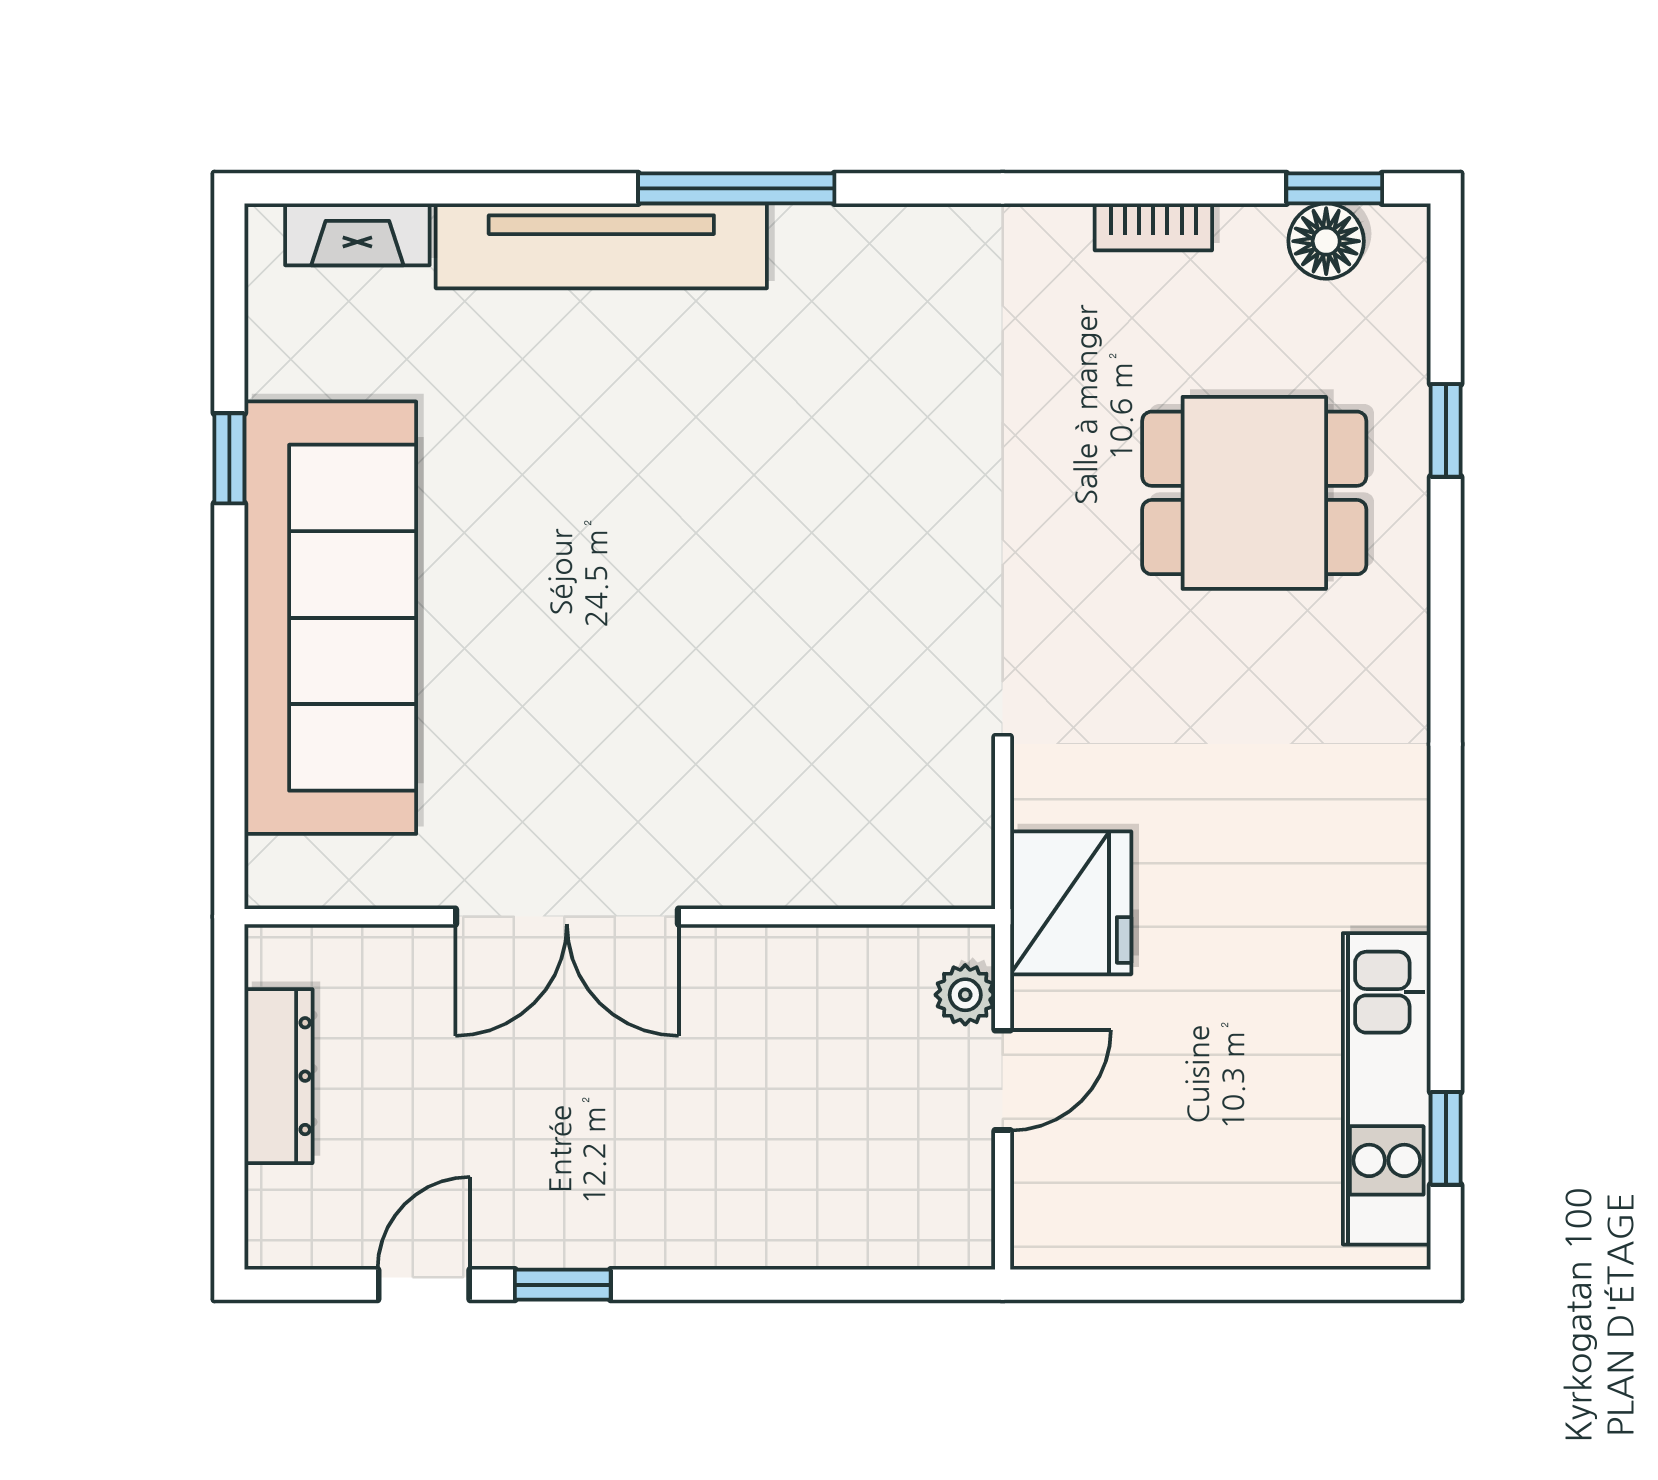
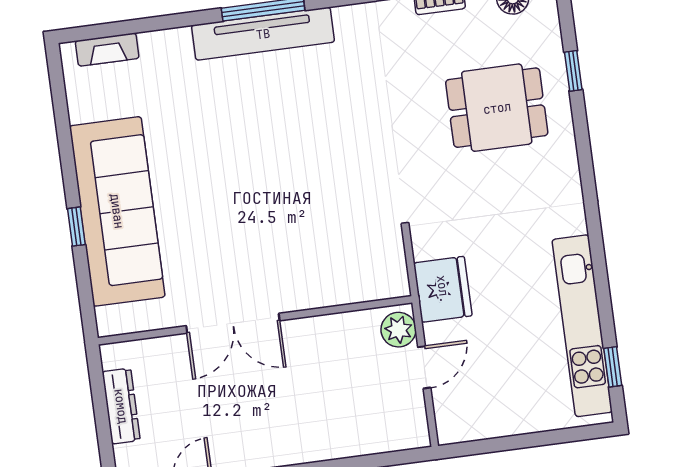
tv unit: (601, 246) -> (263, 34), moved
window: (229, 458) -> (76, 227), moved
plant: (965, 995) -> (398, 330), width x1.38, depth x1.38
kitchen unit: (1387, 1089) -> (582, 326), width x1.36

